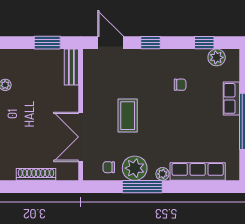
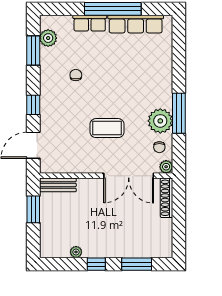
window: (204, 43) -> (33, 50), width x1.50
row of seats: (198, 172) -> (136, 24), moved, turned -90
shoe rack: (36, 174) -> (167, 198), moved
plant: (162, 174) -> (166, 167), moved

